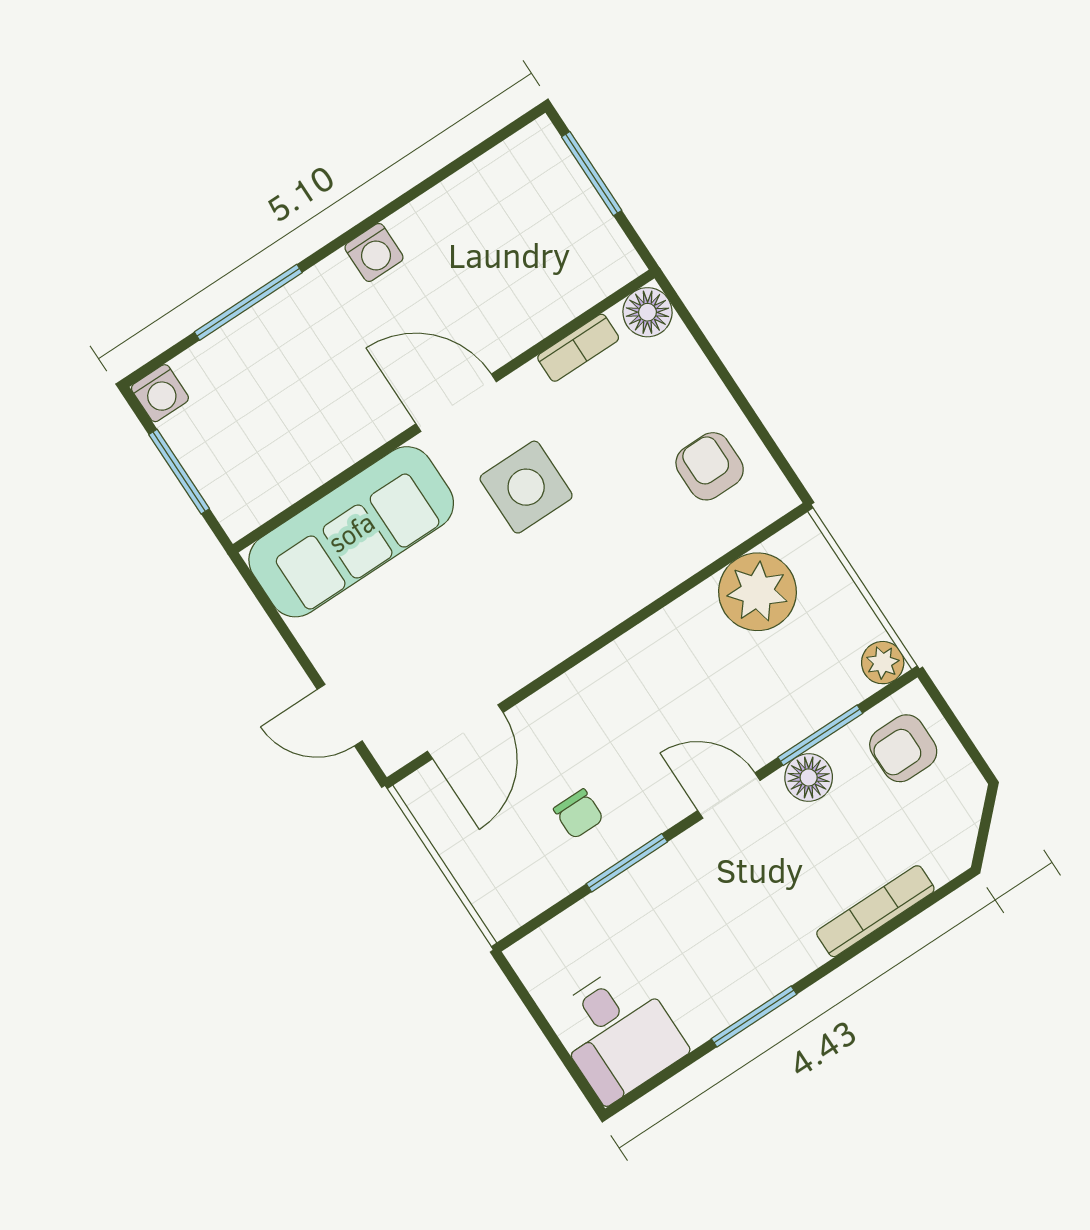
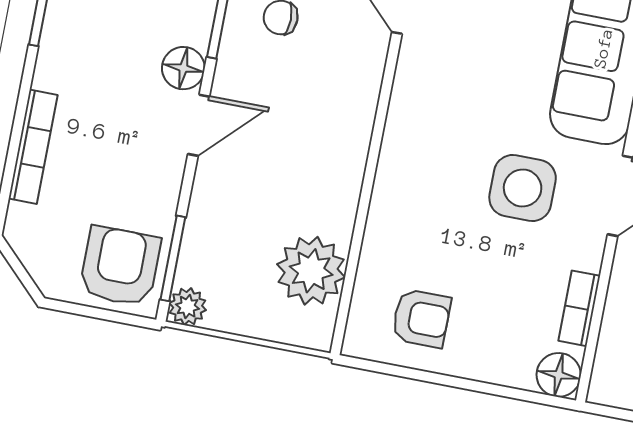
window: (820, 735) -> (173, 258), moved
armchair: (903, 748) -> (120, 266), width x1.38, depth x1.38
floor lamp: (809, 777) -> (183, 68), moved

